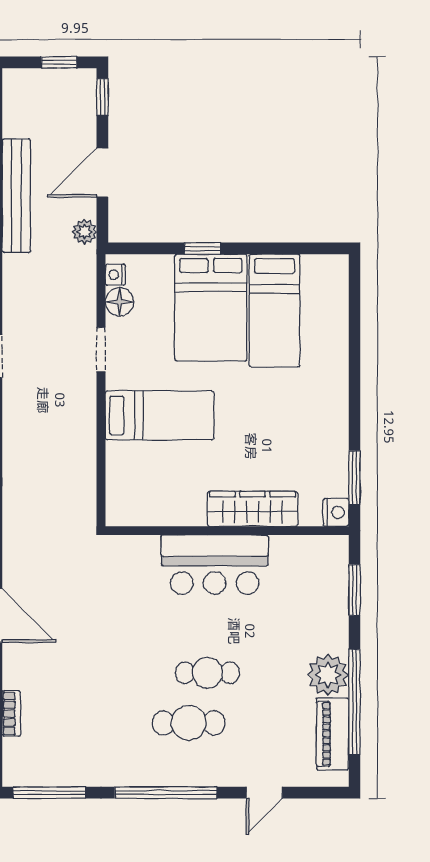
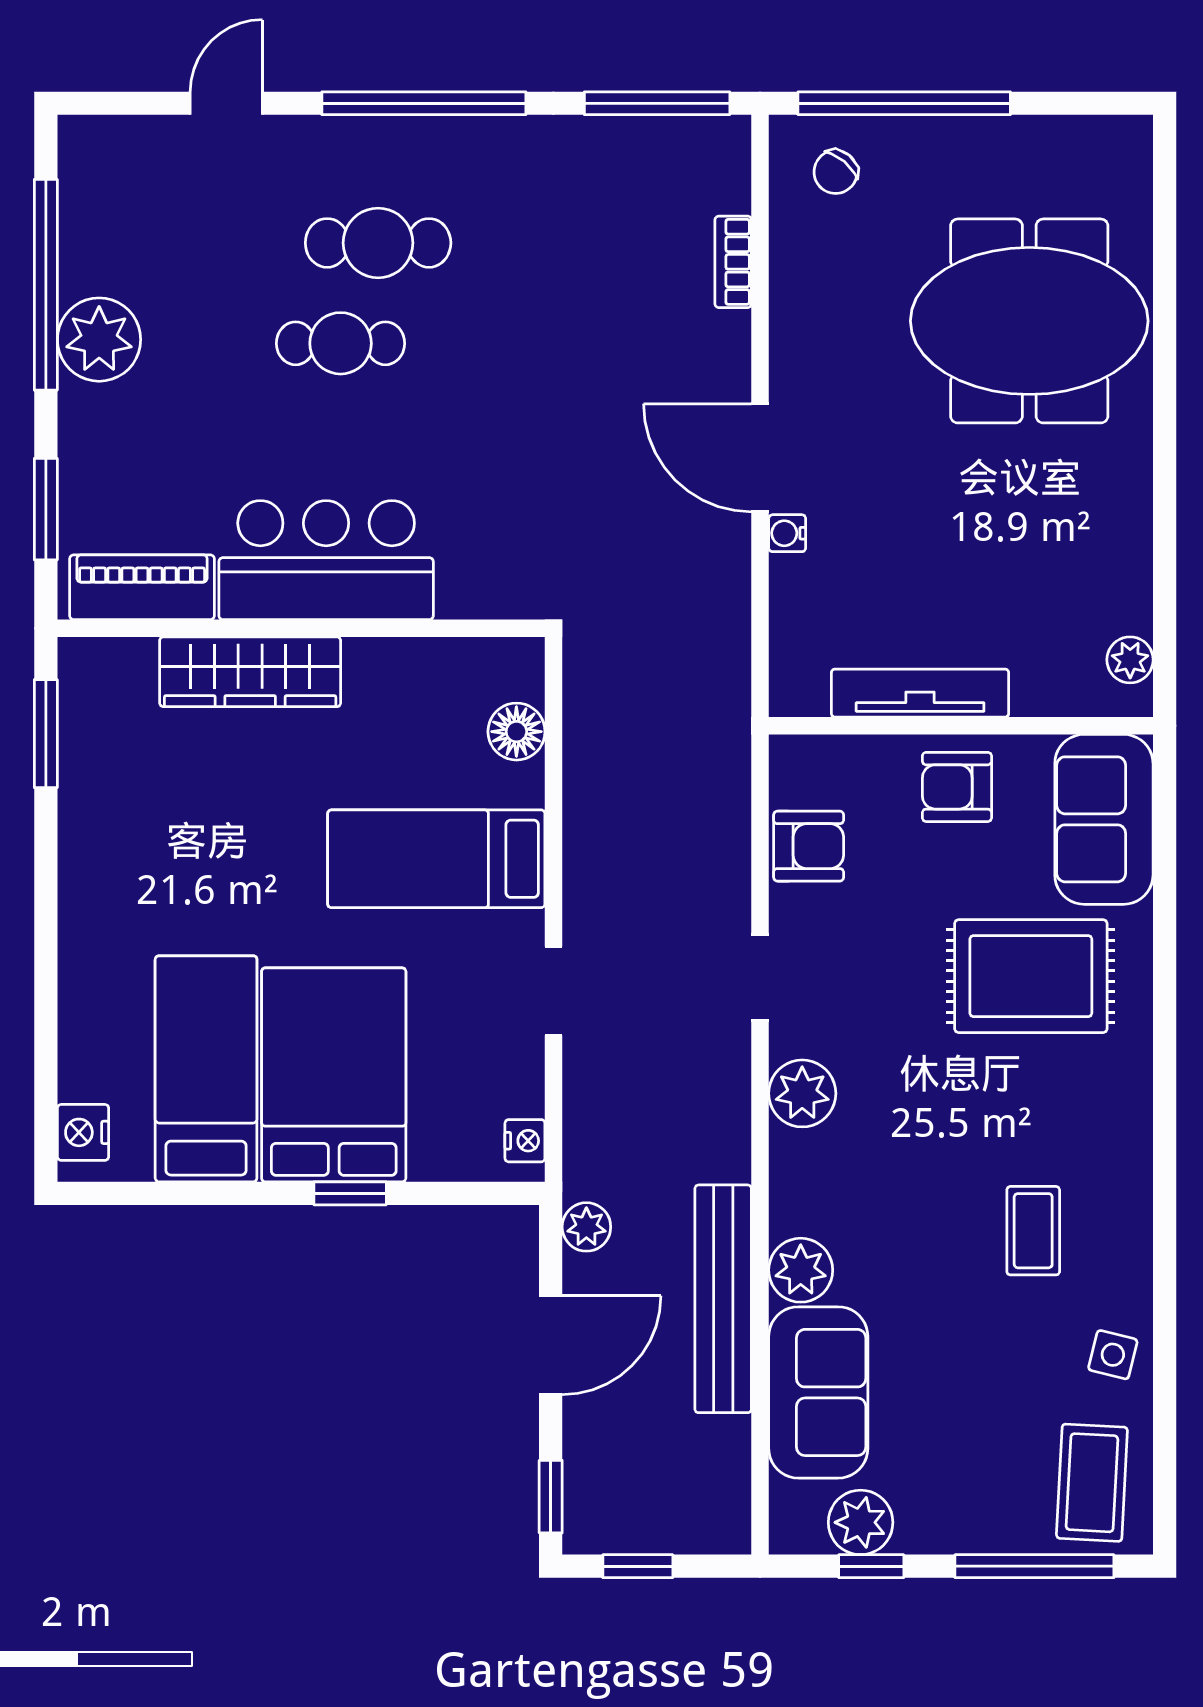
floor lamp: (120, 302) -> (516, 732), moved
nightstand: (336, 512) -> (83, 1132), moved
piano: (333, 734) -> (142, 587), moved, turned -90

